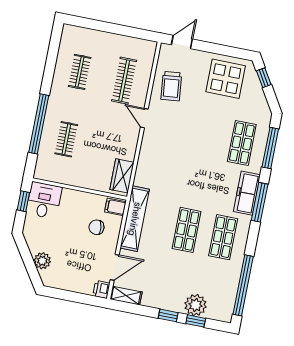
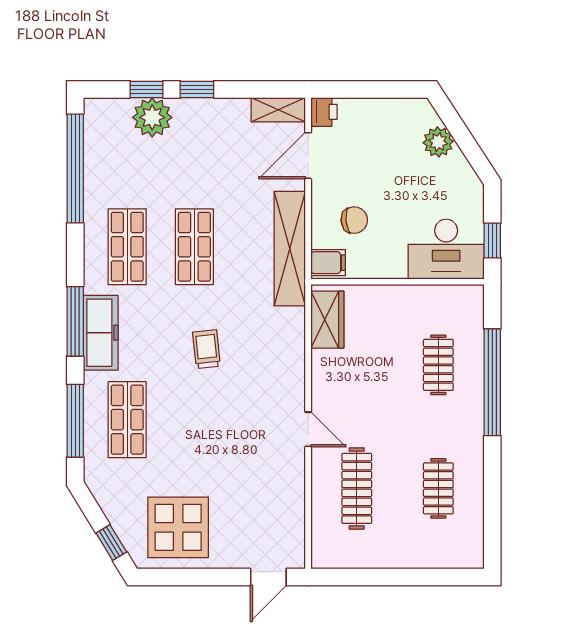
trolley: (171, 86) -> (206, 349), moved, width x0.73, depth x0.72
desk: (44, 200) -> (446, 249), width x1.37

